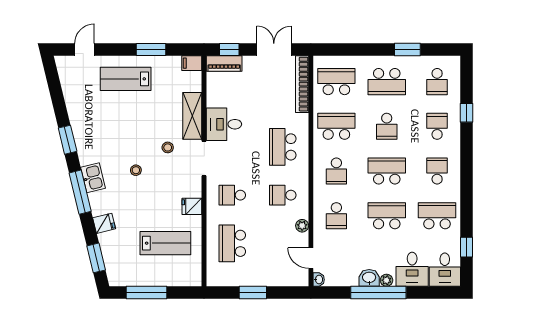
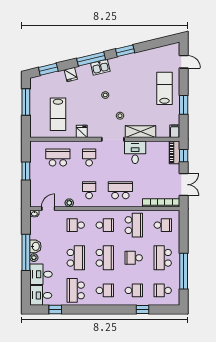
window: (407, 49) -> (184, 271), width x2.11
school desk: (336, 82) -> (163, 225), width x0.54
school desk: (336, 171) -> (105, 225), turned 180
school desk: (437, 216) -> (76, 290), turned 180

